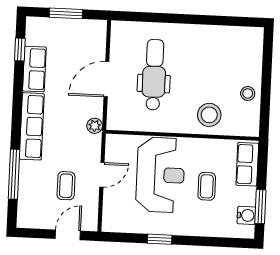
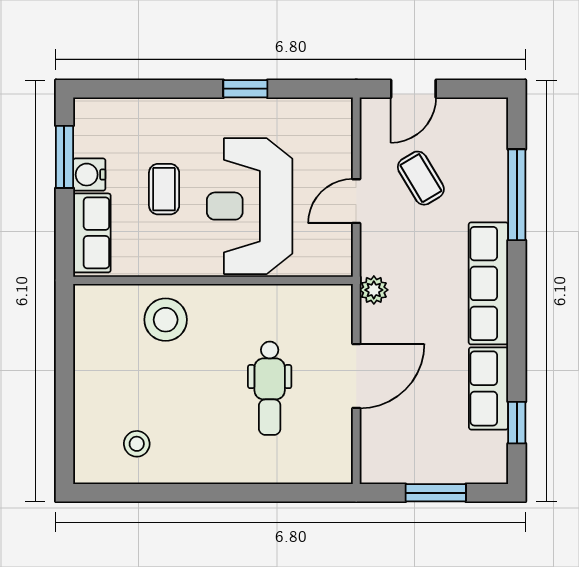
dental chair: (154, 75) -> (270, 388), width x0.73, depth x0.72
stool: (248, 93) -> (137, 444), moved
coffee table: (66, 186) -> (421, 178), turned -31
water cooler: (246, 215) -> (89, 175), moved

